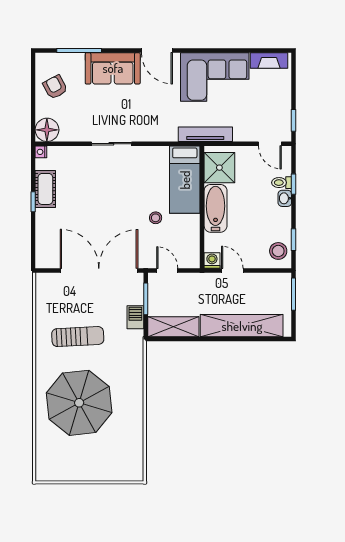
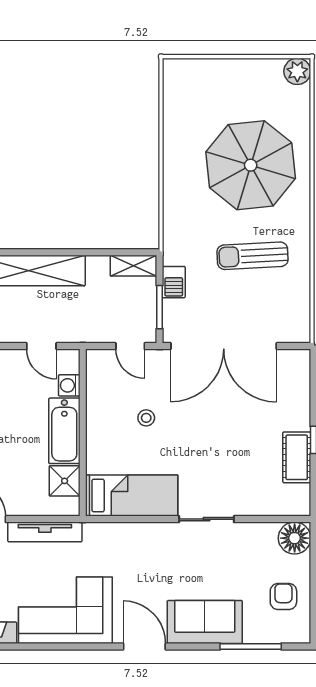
armchair: (55, 87) -> (283, 597), turned -152
tv unit: (205, 134) -> (45, 532), moved
nightstand: (41, 152) -> (303, 508), removed
shower: (219, 168) -> (65, 481), width x0.73, depth x0.73
bed: (185, 180) -> (132, 495), moved, turned 90
washing machine: (212, 261) -> (69, 385), moved, turned 90
shelving: (173, 327) -> (133, 266), width x0.67, depth x0.75
plant: (45, 472) -> (297, 71), added

